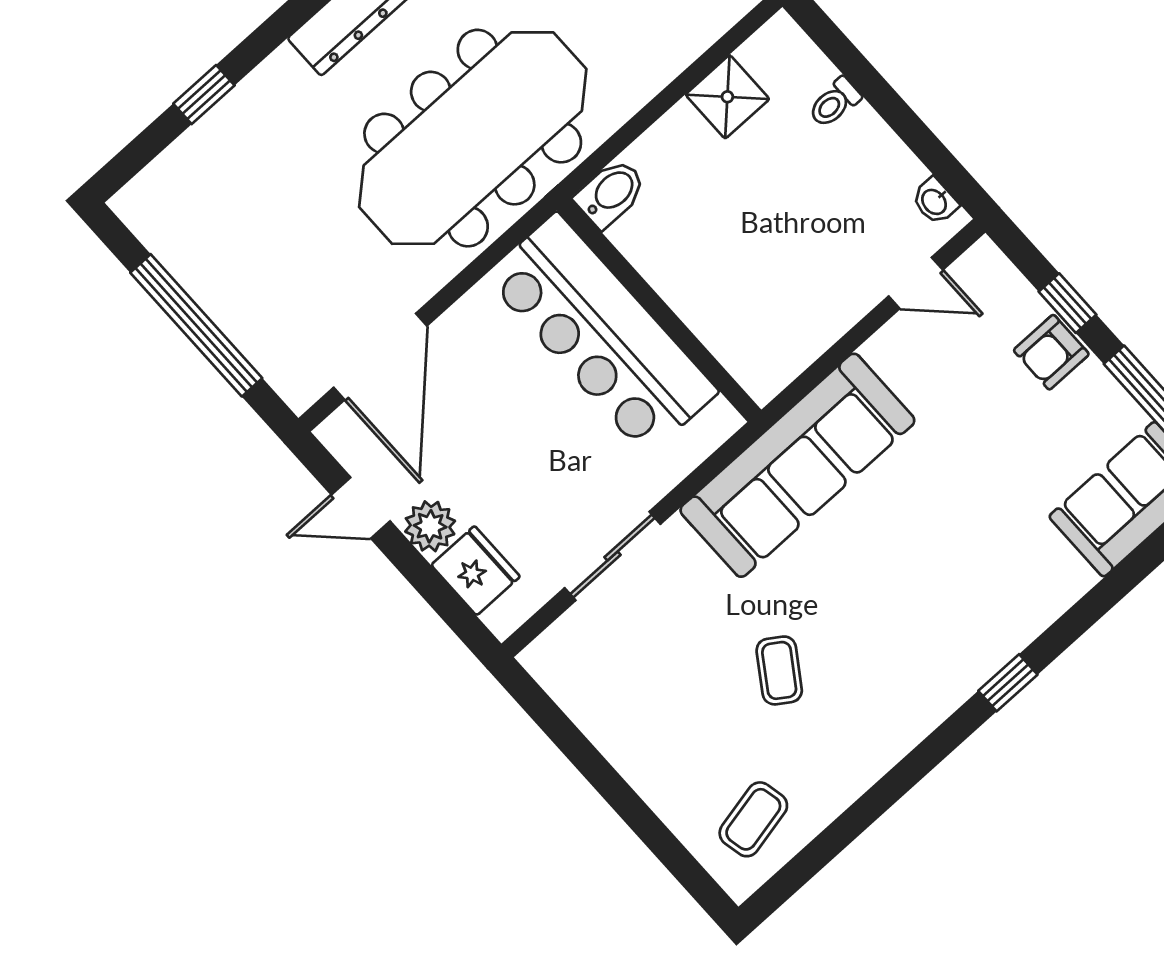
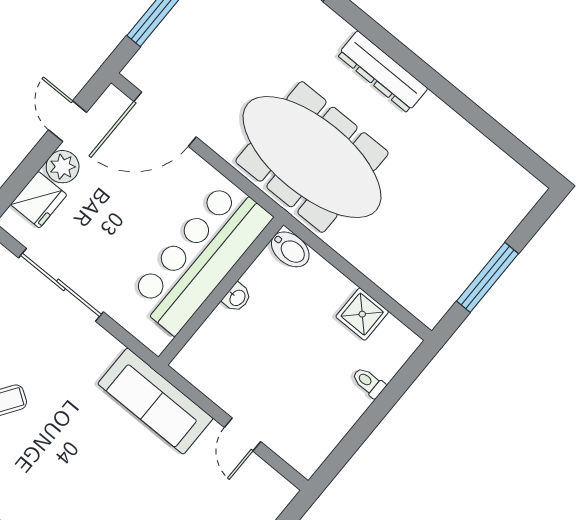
washbasin: (935, 201) -> (237, 298), moved, turned 180
door: (916, 283) -> (242, 434), moved
sofa: (797, 465) -> (155, 401), width x0.74, depth x0.79
sliding door: (613, 556) -> (61, 285), width x1.37

